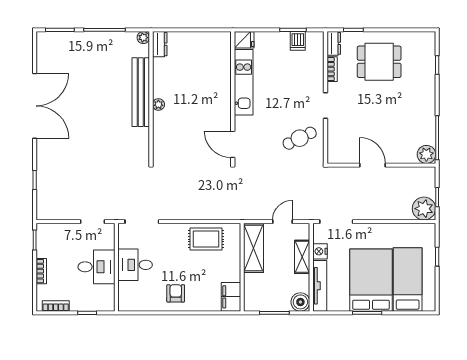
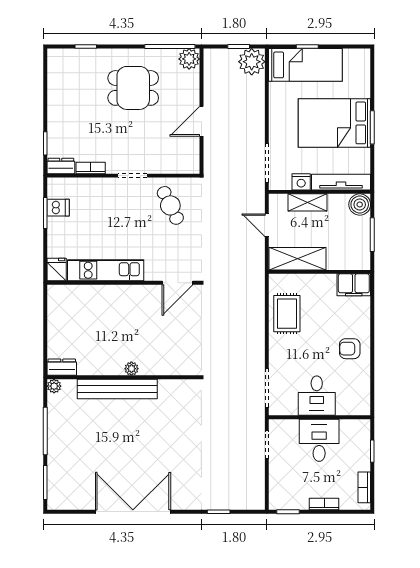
dining table: (379, 62) -> (133, 88), moved, turned 90
bed: (408, 280) -> (305, 65), moved, turned 180

